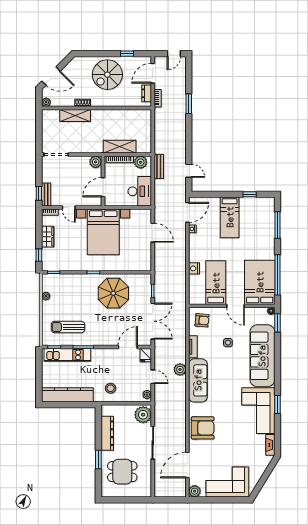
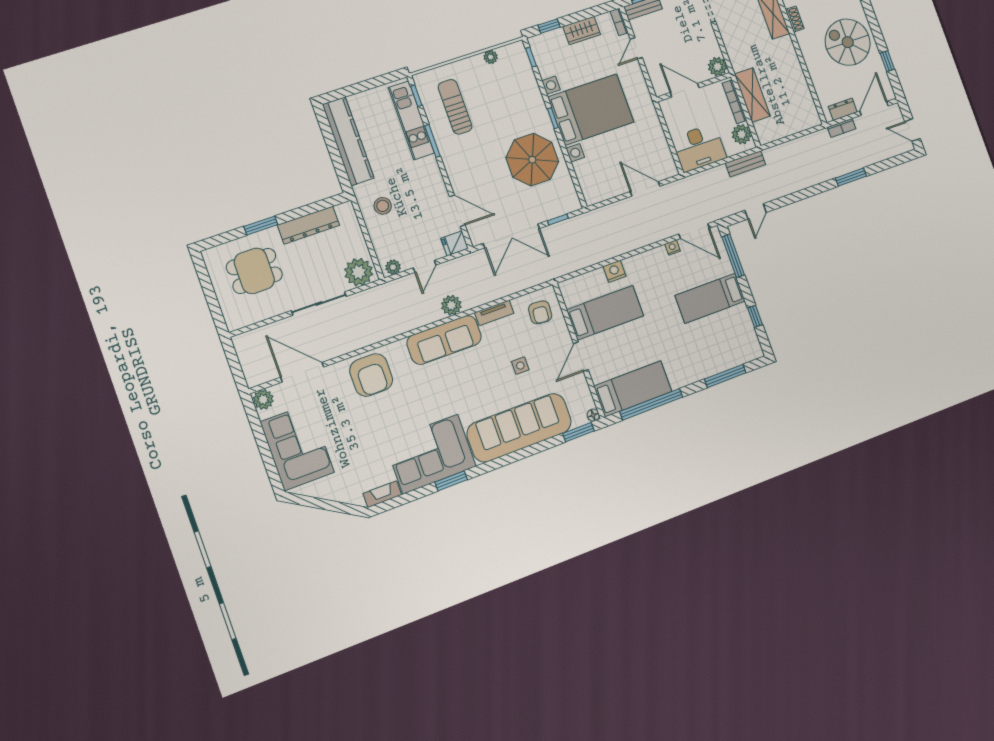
door: (153, 73) -> (874, 108), hinge flipped
window: (210, 194) -> (733, 256), added
bed with nightstands: (103, 232) -> (591, 110), moved, turned 180
door: (153, 233) -> (645, 189), swing flipped
bed: (260, 282) -> (633, 389), width x0.67
dining table: (122, 472) -> (254, 271), turned 90

